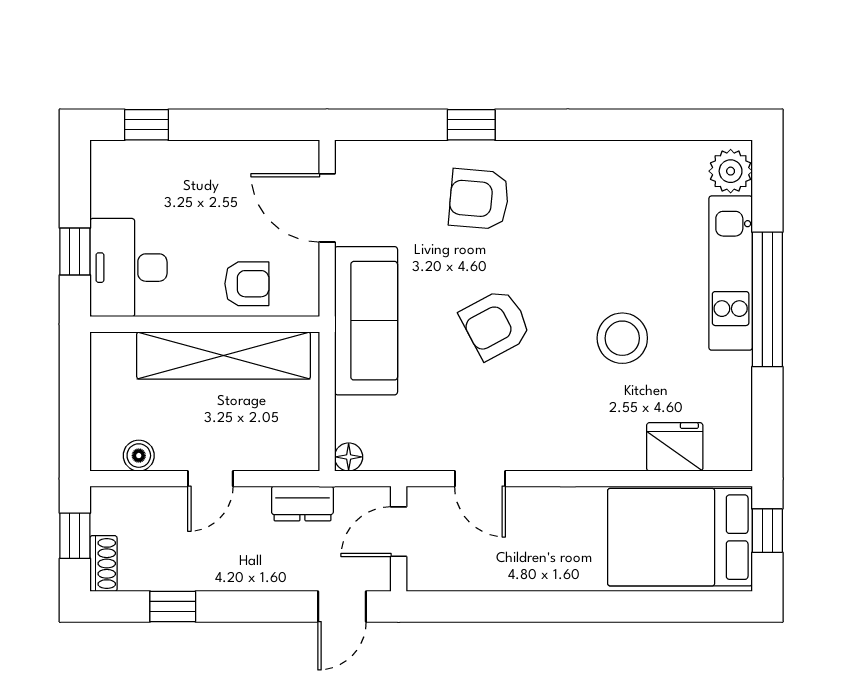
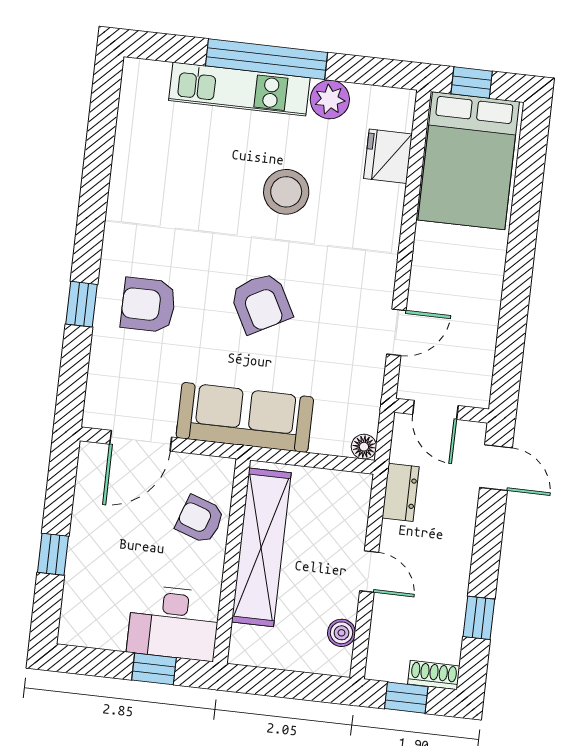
window: (147, 125) -> (53, 554), moved
plant: (731, 171) -> (330, 99), moved
armchair: (479, 199) -> (148, 305), turned 85
armchair: (247, 284) -> (200, 519), turned -71

